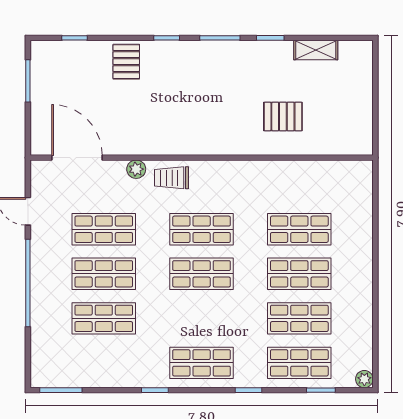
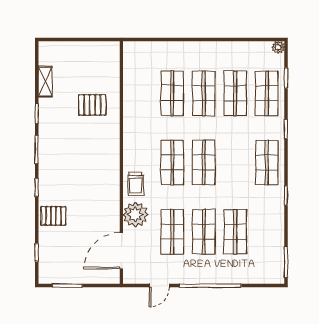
pallet: (283, 117) -> (92, 105), turned 90
plant: (136, 169) -> (135, 215), width x1.87, depth x1.87

